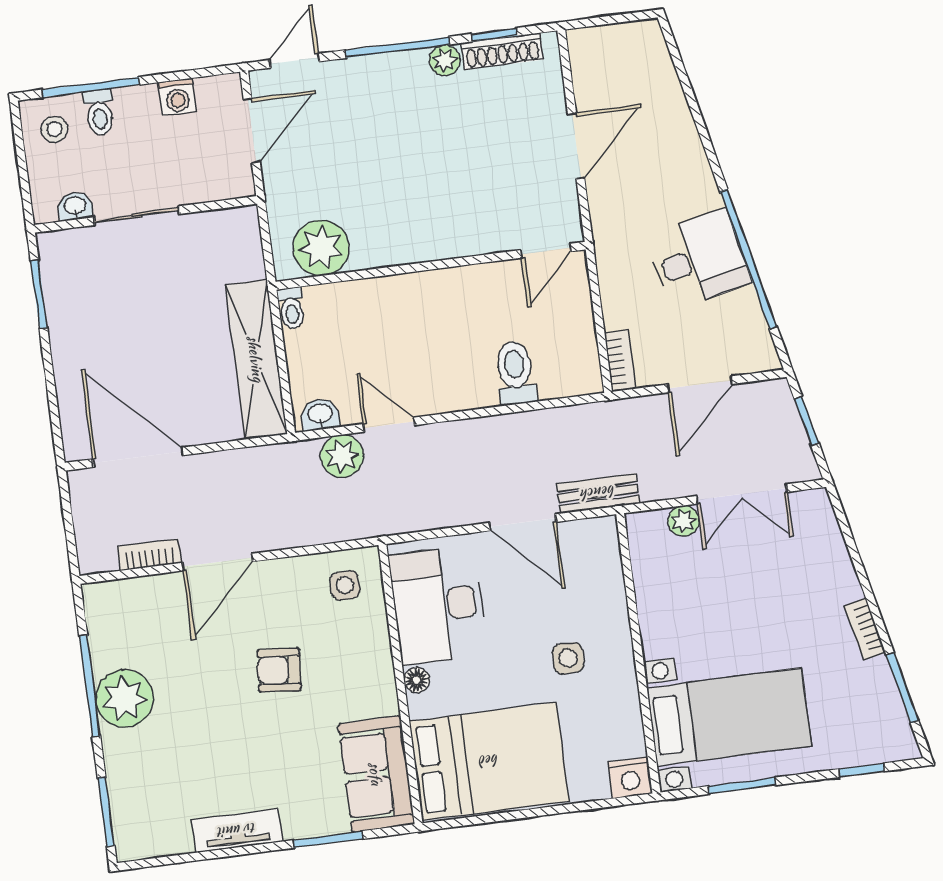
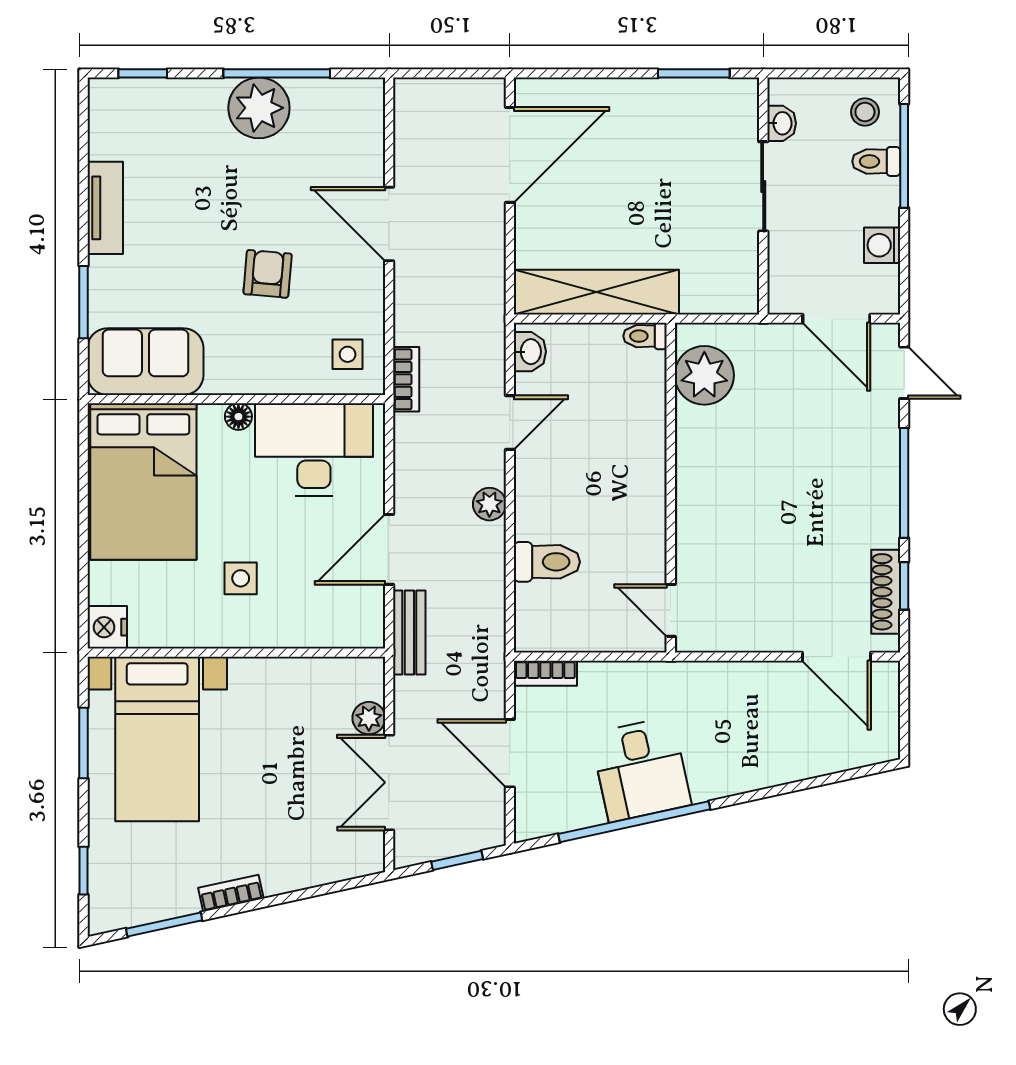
plant: (445, 60) -> (884, 530), removed
door: (576, 146) -> (836, 657), moved
plant: (342, 456) -> (489, 504), moved, width x0.73, depth x0.73
bookcase: (149, 555) -> (406, 379), moved
window: (106, 812) -> (143, 73), width x0.67

